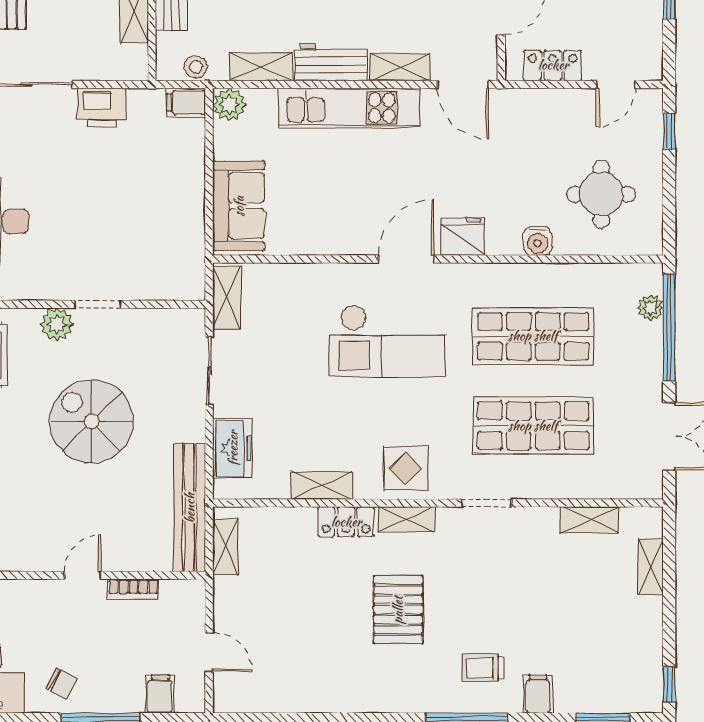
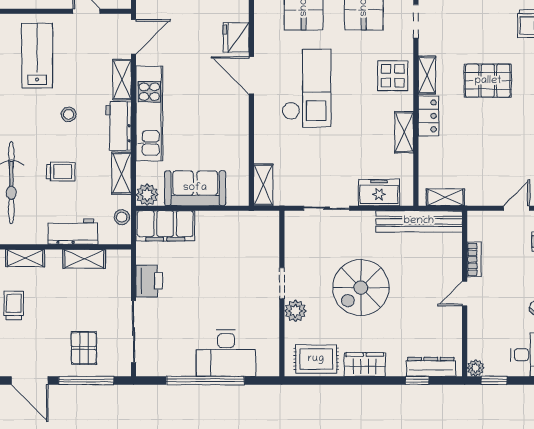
filing cabinet: (186, 102) -> (165, 226), width x3.00, depth x1.17
sofa: (239, 206) -> (195, 188), moved
shelving: (227, 298) -> (263, 185), moved, turned 90
door: (83, 575) -> (465, 294), hinge flipped

